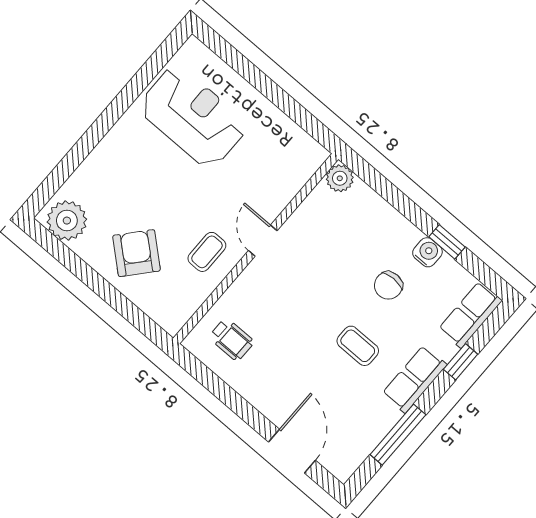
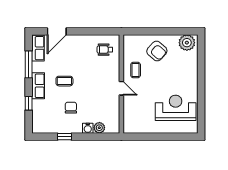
reception desk: (193, 117) -> (176, 108), turned 180
plant: (340, 178) -> (99, 128), moved
water cooler: (427, 252) -> (88, 128), moved
row of seats: (470, 315) -> (38, 48), moved
door: (292, 451) -> (57, 31), hinge flipped

